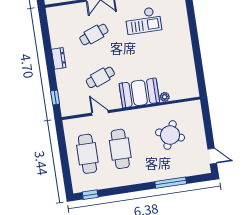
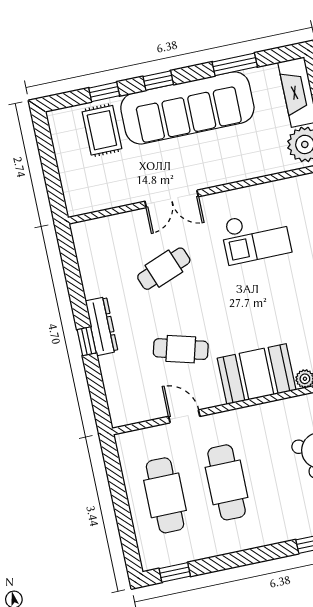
dresser: (59, 58) -> (102, 326), width x1.44
cafe table: (100, 77) -> (181, 349), turned 36
window: (55, 97) -> (87, 341), moved

